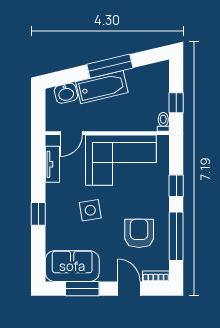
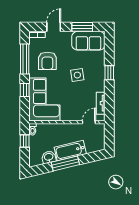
washbasin: (66, 93) -> (49, 157), moved
corner sofa: (121, 160) -> (44, 100), moved, turned 90
door: (129, 289) -> (54, 27), swing flipped

